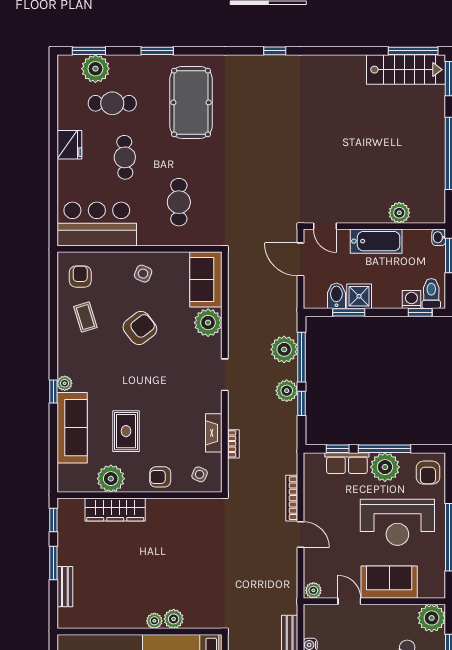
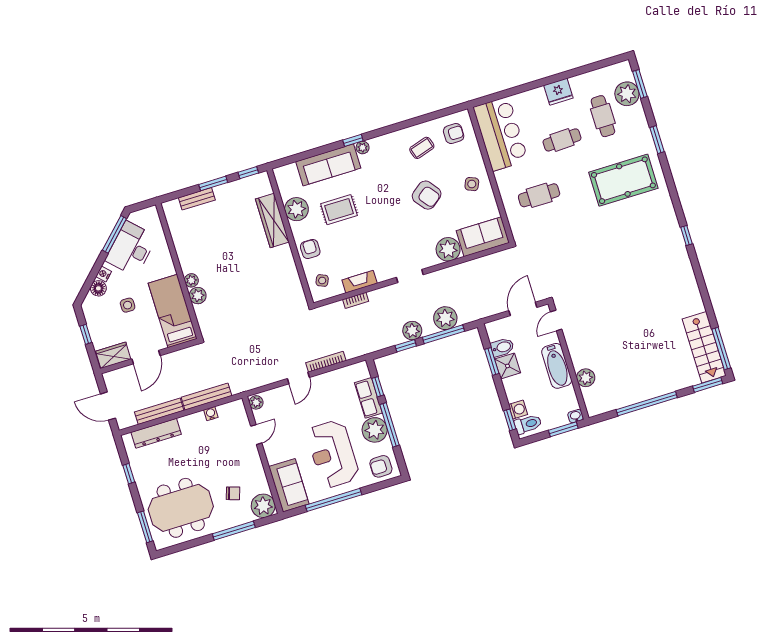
sofa: (389, 582) -> (289, 485), moved

